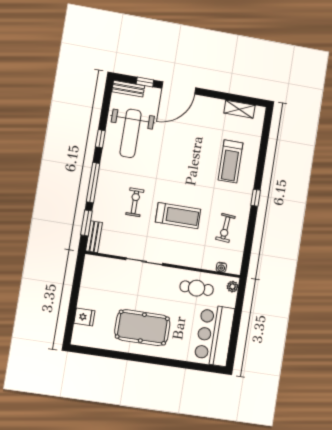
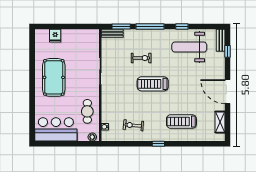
door: (179, 88) -> (228, 92), moved
treadmill: (178, 216) -> (153, 84), moved, turned 90

